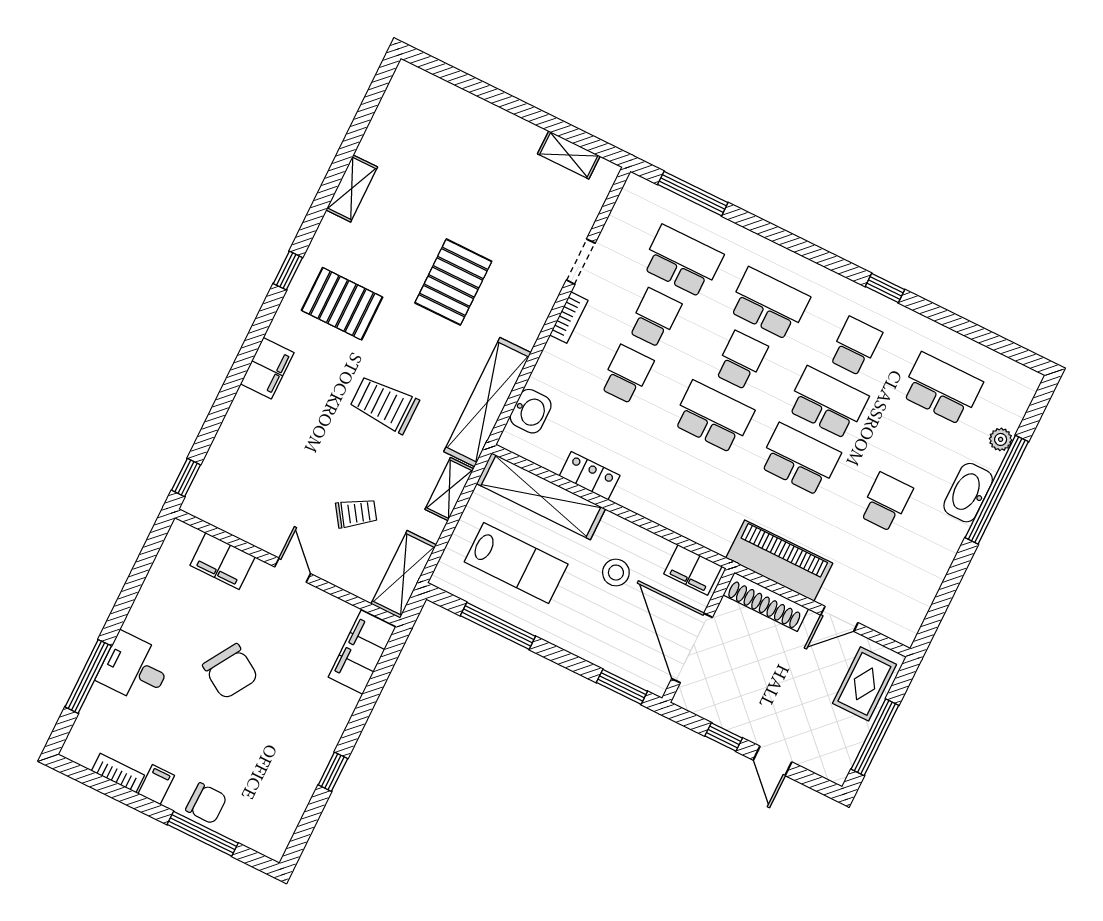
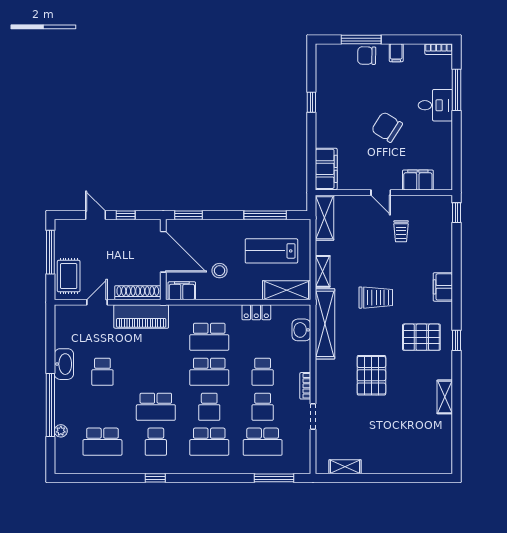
school desk: (800, 459) -> (209, 337), moved
washbasin: (968, 493) -> (64, 364), moved
shelving: (541, 496) -> (287, 290), width x0.68
trolley: (356, 513) -> (401, 231), moved, turned -56
bookcase: (118, 773) -> (439, 49), moved

